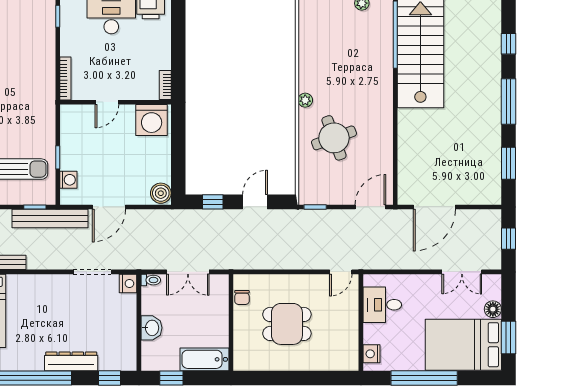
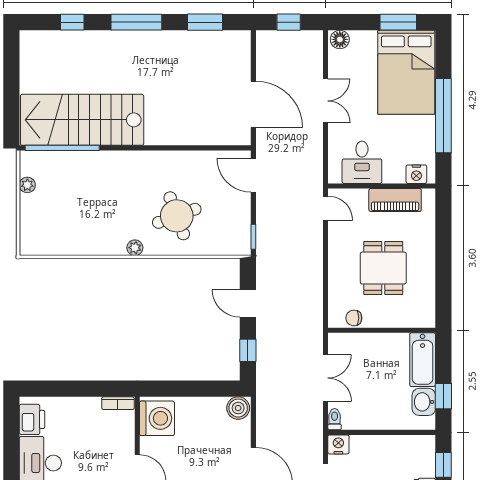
double door: (462, 272) -> (326, 101), moved
chair: (242, 297) -> (354, 318), turned 180
floor lamp: (493, 309) -> (340, 39), moved
washbasin: (151, 328) -> (424, 402), moved, turned -90
piano: (348, 335) -> (395, 200), added

